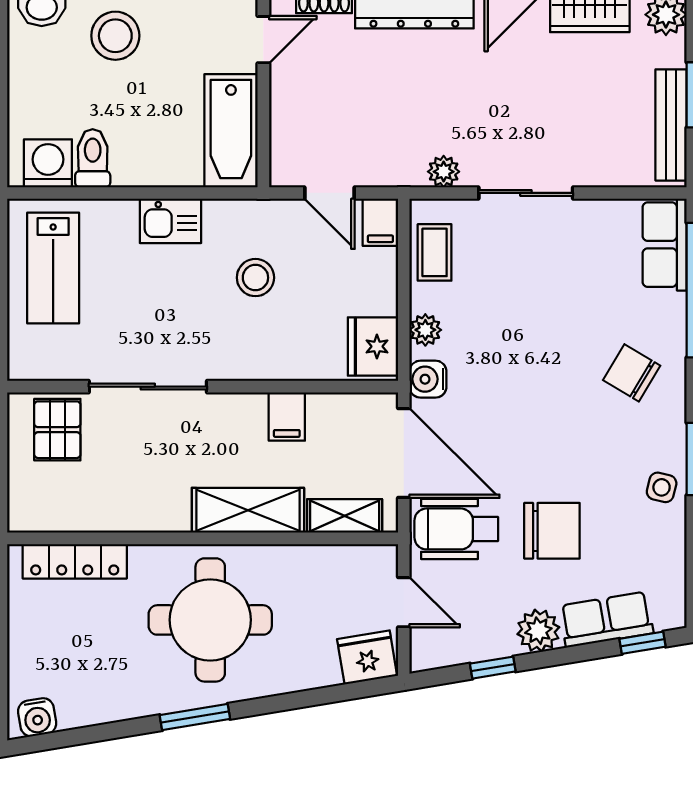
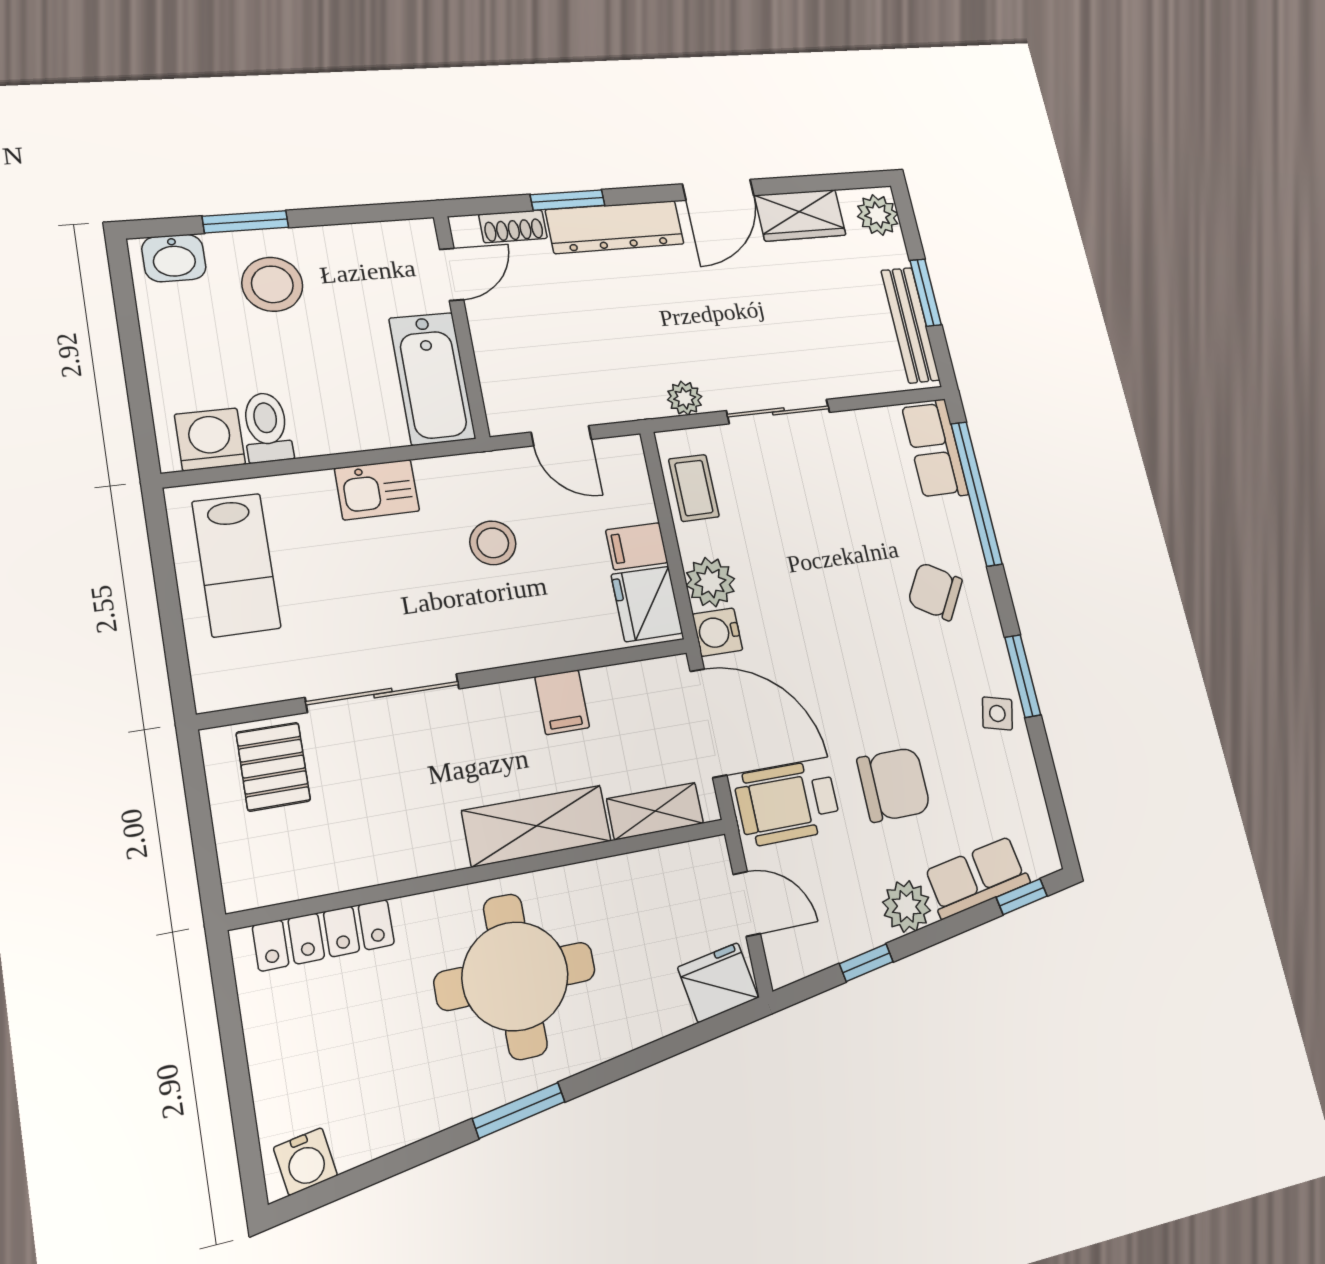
filing cabinet: (380, 222) -> (637, 546), moved, turned 90
plant: (425, 330) -> (710, 582), width x1.38, depth x1.38

